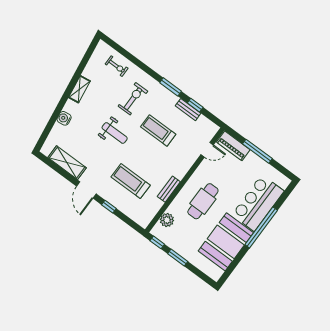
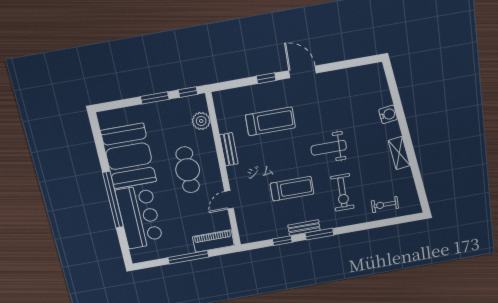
bench: (188, 110) -> (304, 228), moved
door: (207, 150) -> (229, 200), moved
shelving: (67, 163) -> (346, 78), removed

